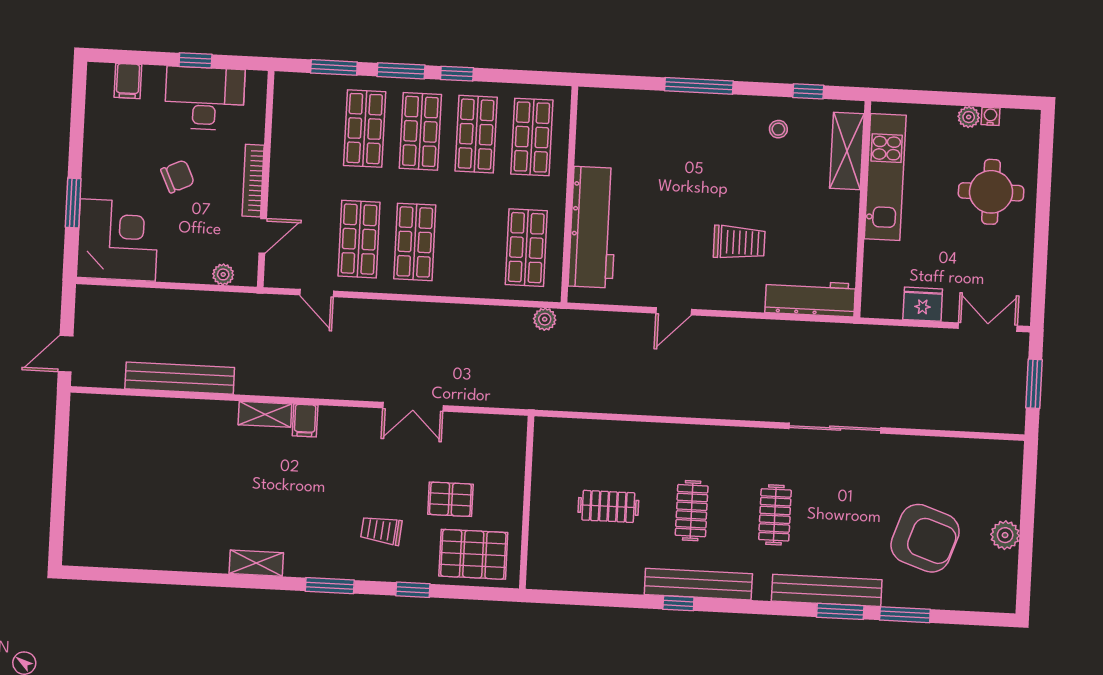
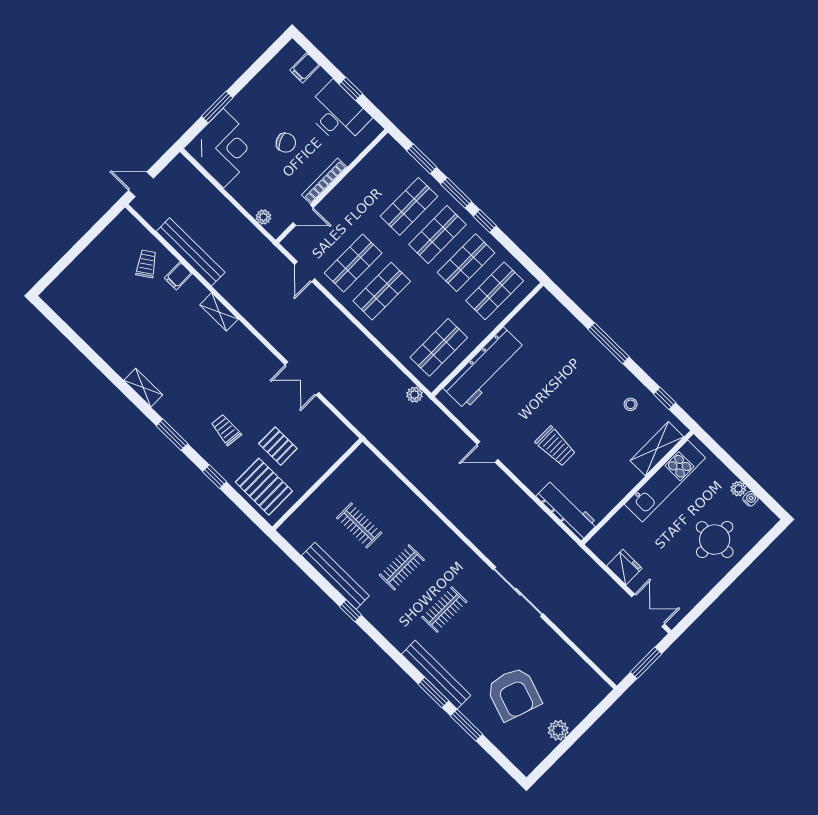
filing cabinet: (305, 421) -> (178, 276), moved
trolley: (145, 431) -> (146, 264), added
bench: (698, 584) -> (335, 576), moved

